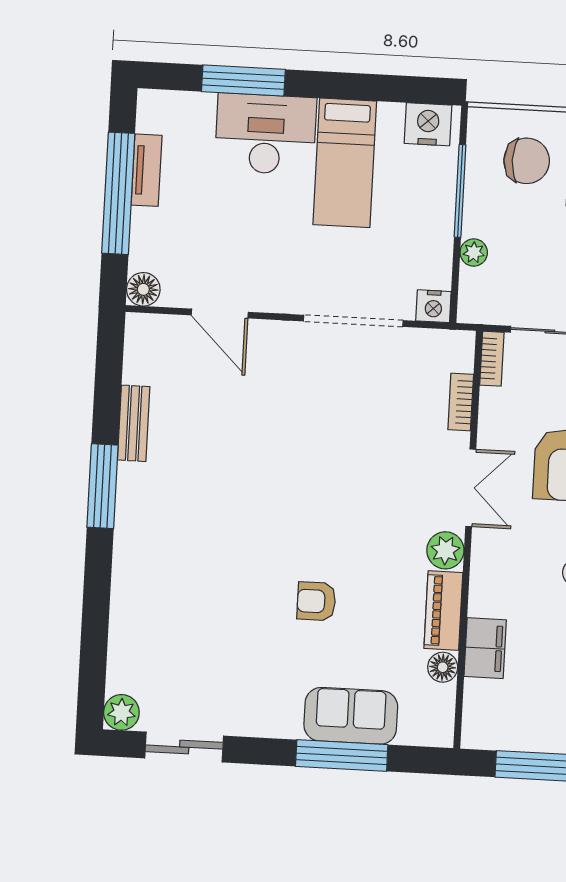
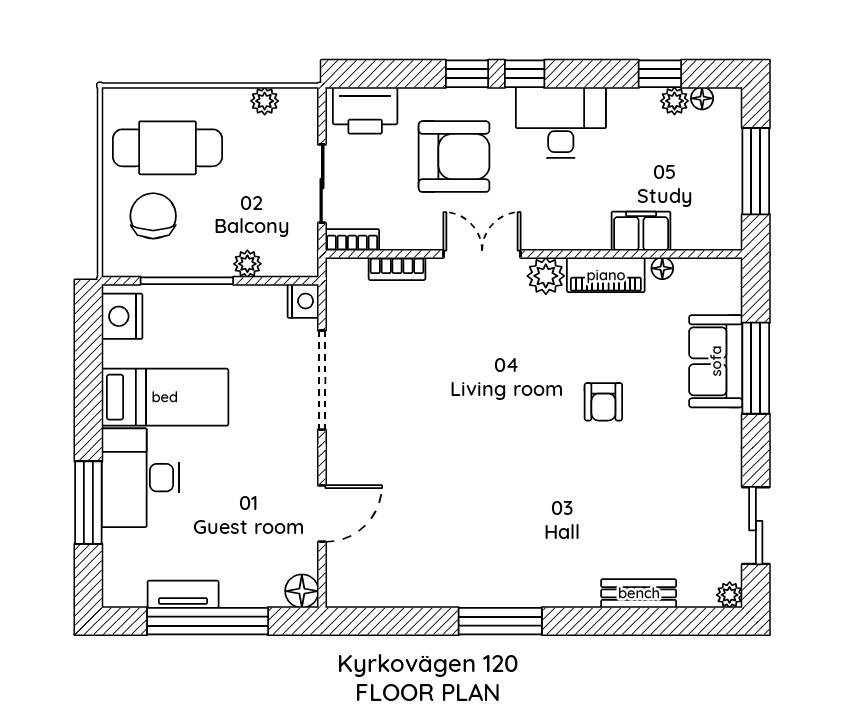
bench: (134, 423) -> (639, 593), moved
floor lamp: (443, 667) -> (662, 268), width x0.73, depth x0.73
plant: (121, 712) -> (730, 595), width x0.73, depth x0.73

